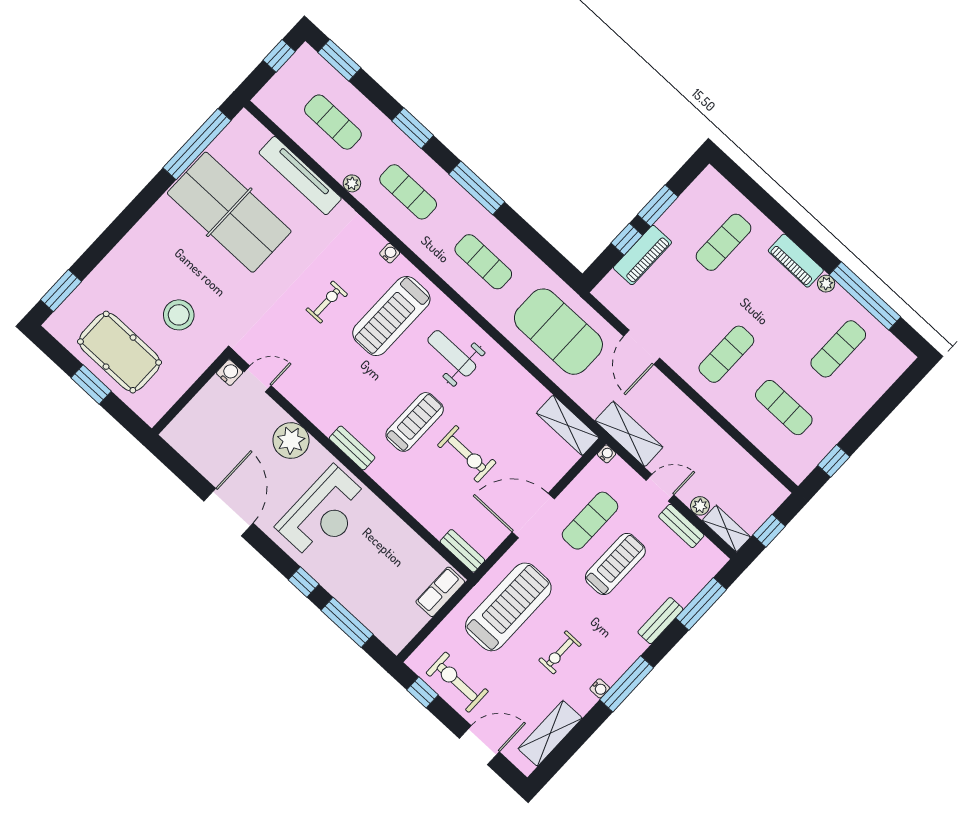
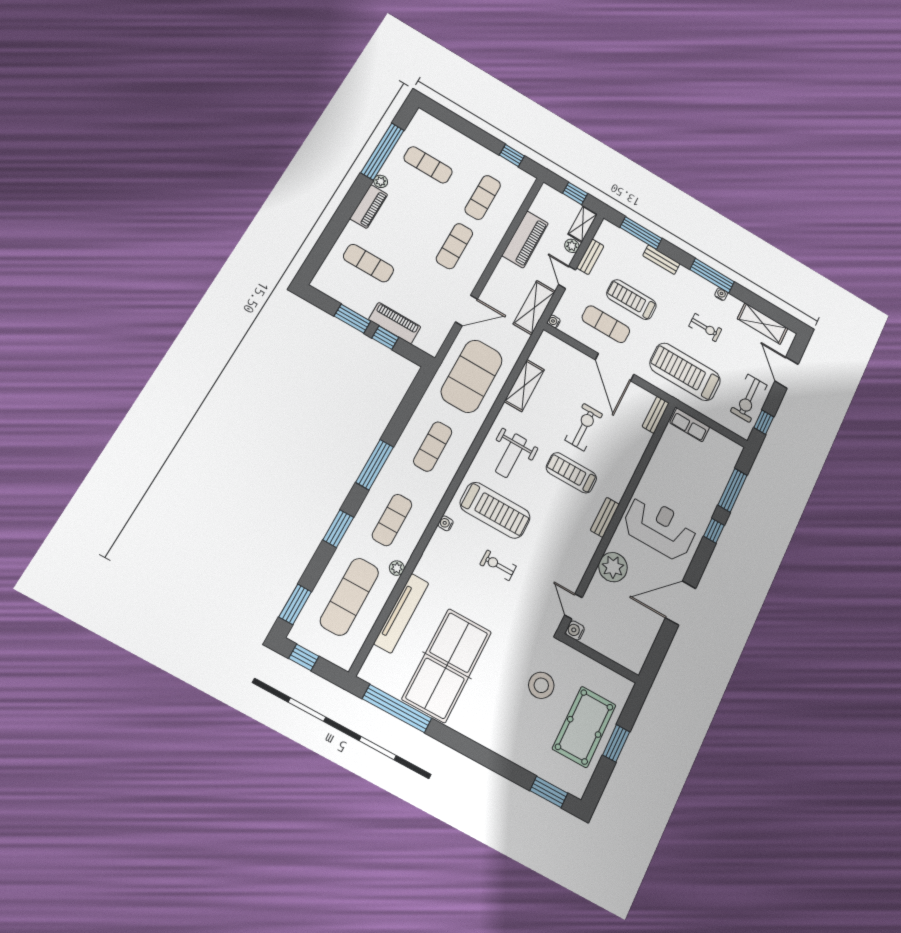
exercise mat: (333, 122) -> (350, 597), width x1.36, depth x1.45
exercise mat: (726, 354) -> (454, 246), turned 90
shelving: (568, 425) -> (524, 386), moved
piano: (719, 447) -> (525, 239), added

